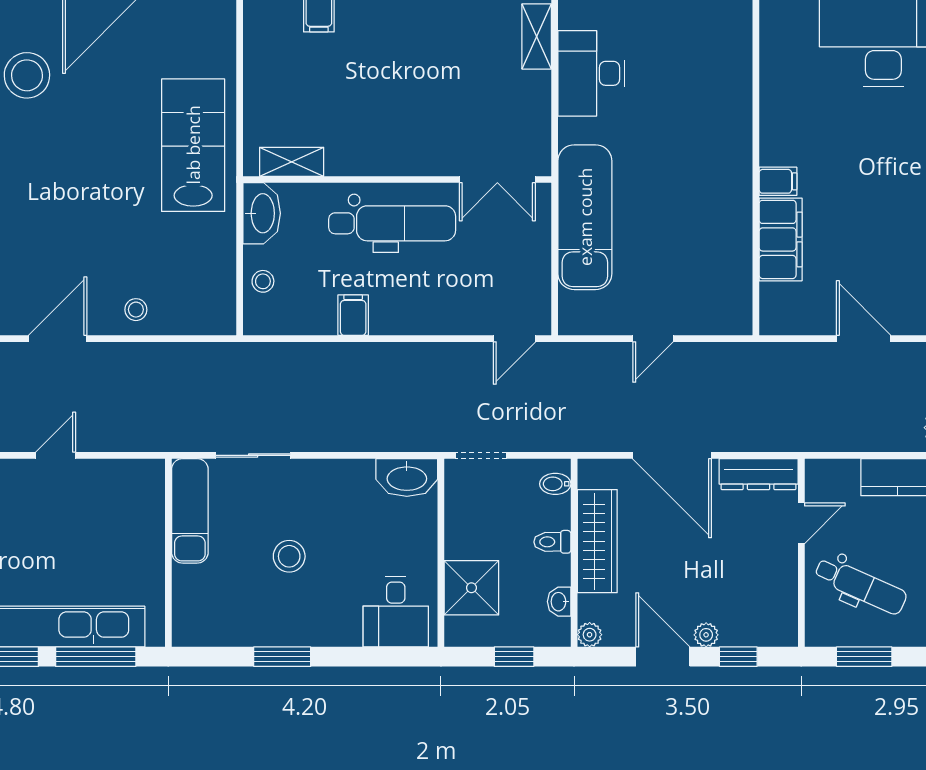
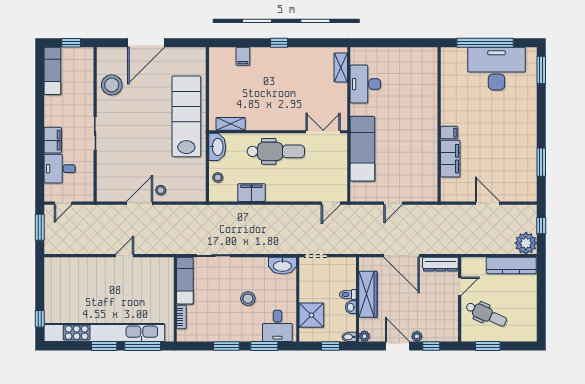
lab bench: (193, 145) -> (186, 116), width x1.36
double door: (497, 179) -> (323, 132), swing flipped
filing cabinet: (353, 315) -> (251, 193), width x2.00
door: (58, 339) -> (139, 203), moved
bidet: (555, 484) -> (349, 337), moved
stool: (289, 556) -> (248, 299), moved
bookcase: (182, 592) -> (181, 317), added
washbasin: (559, 602) -> (351, 307), moved
window: (367, 657) -> (264, 346), added

